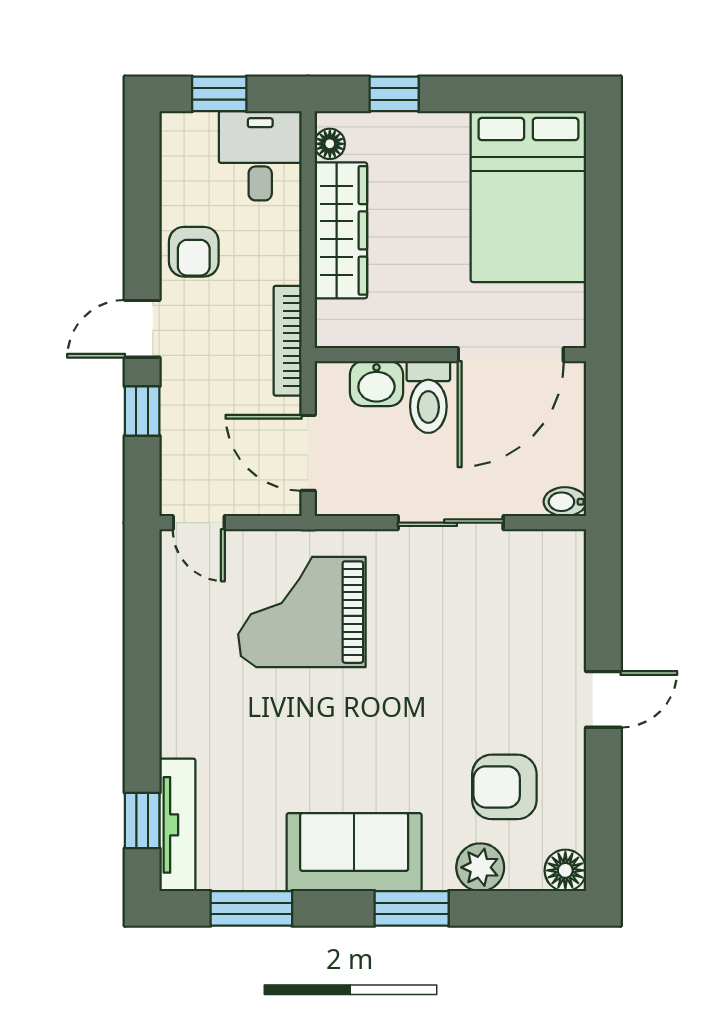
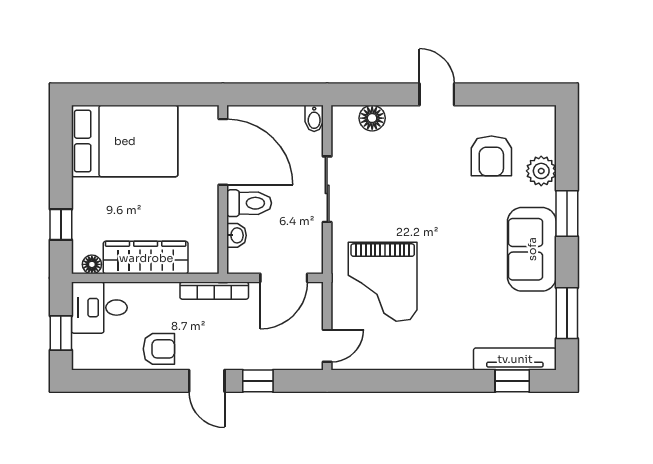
washbasin: (376, 384) -> (236, 235), width x0.72, depth x0.69
floor lamp: (565, 870) -> (372, 118), moved

